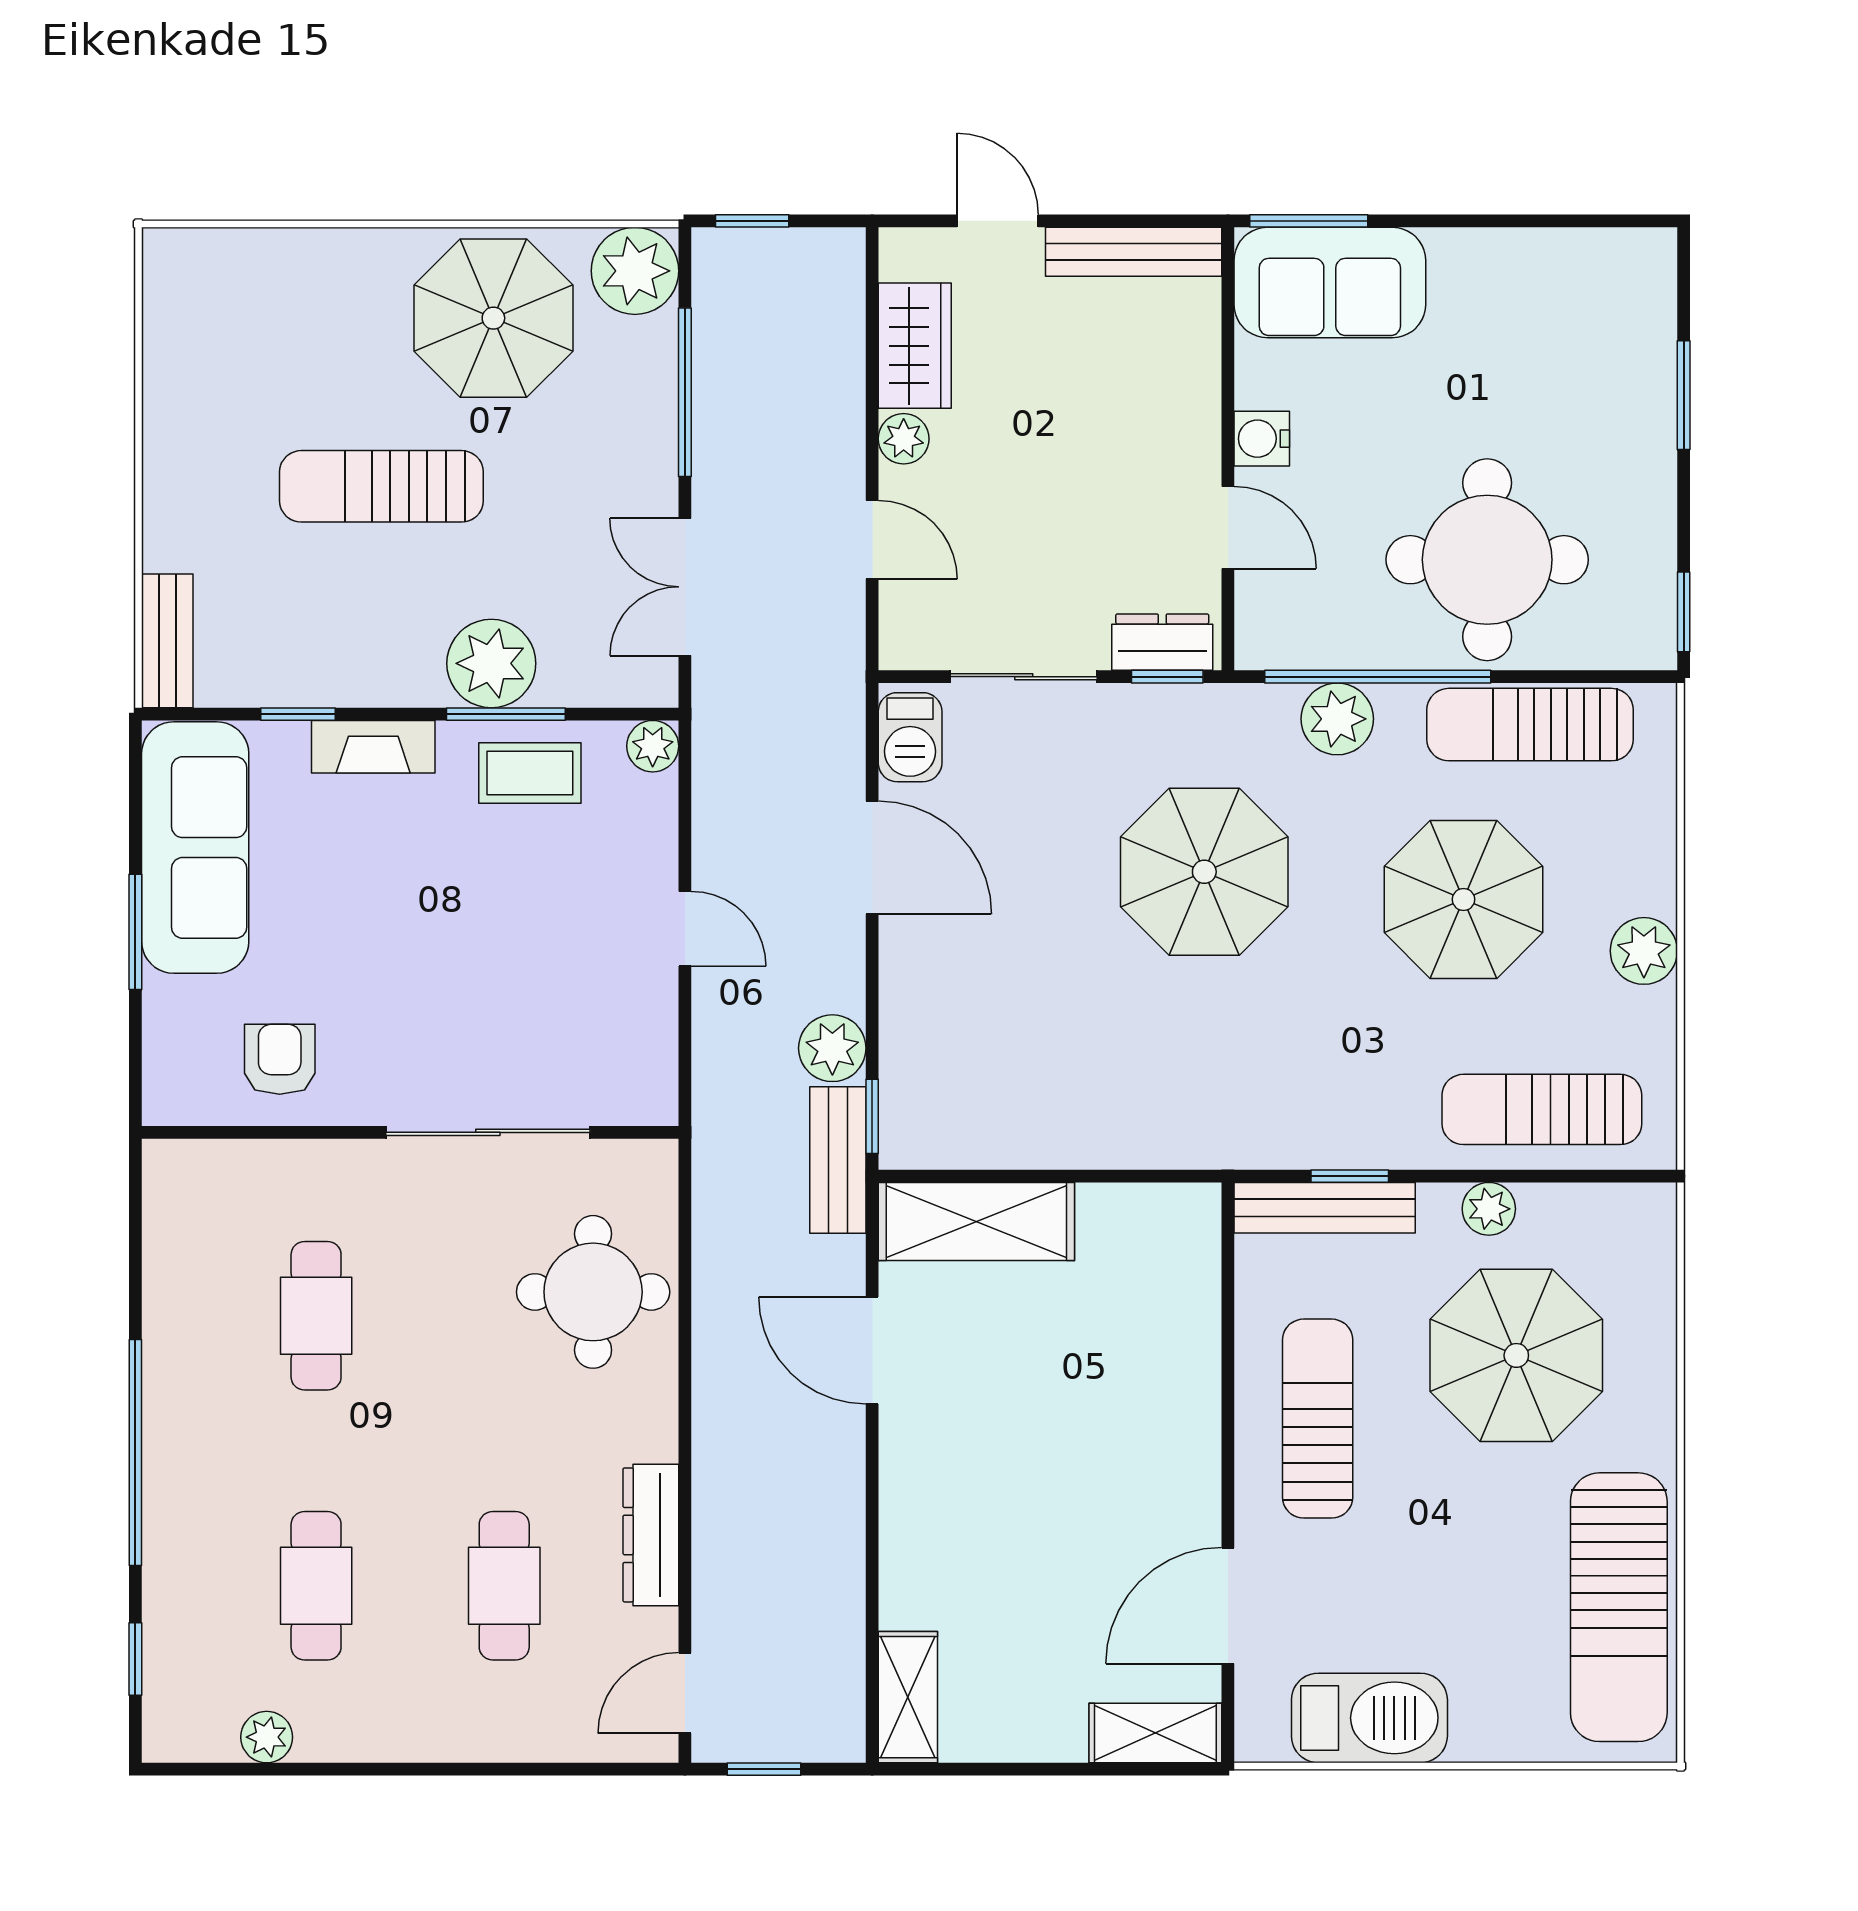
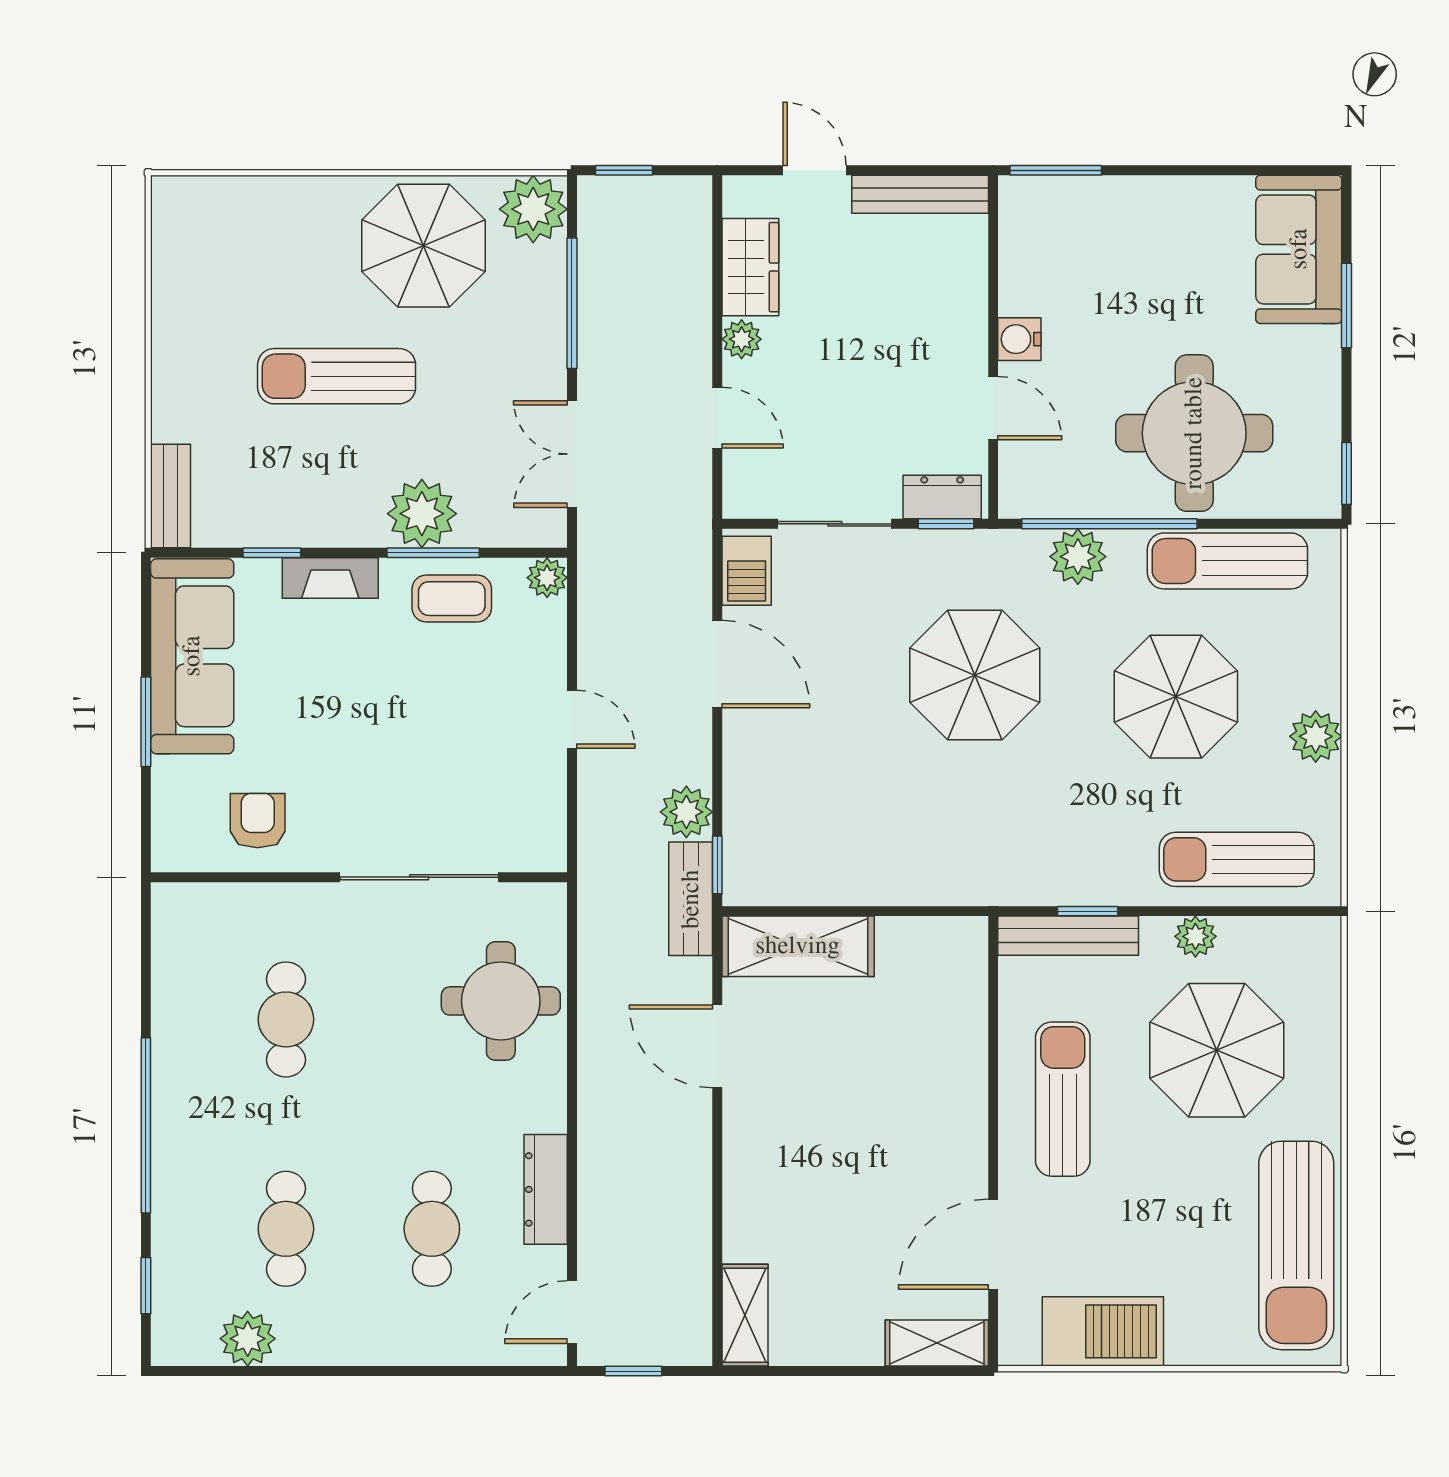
sofa: (1330, 283) -> (1299, 249), moved, turned 90
plant: (267, 1737) -> (248, 1339), width x1.38, depth x1.38

